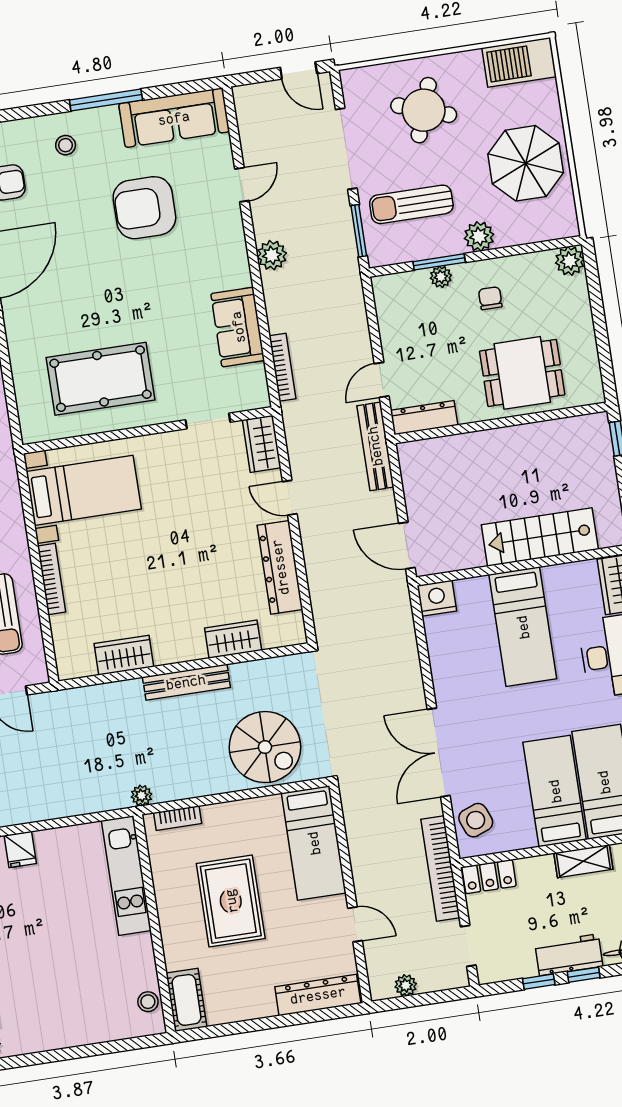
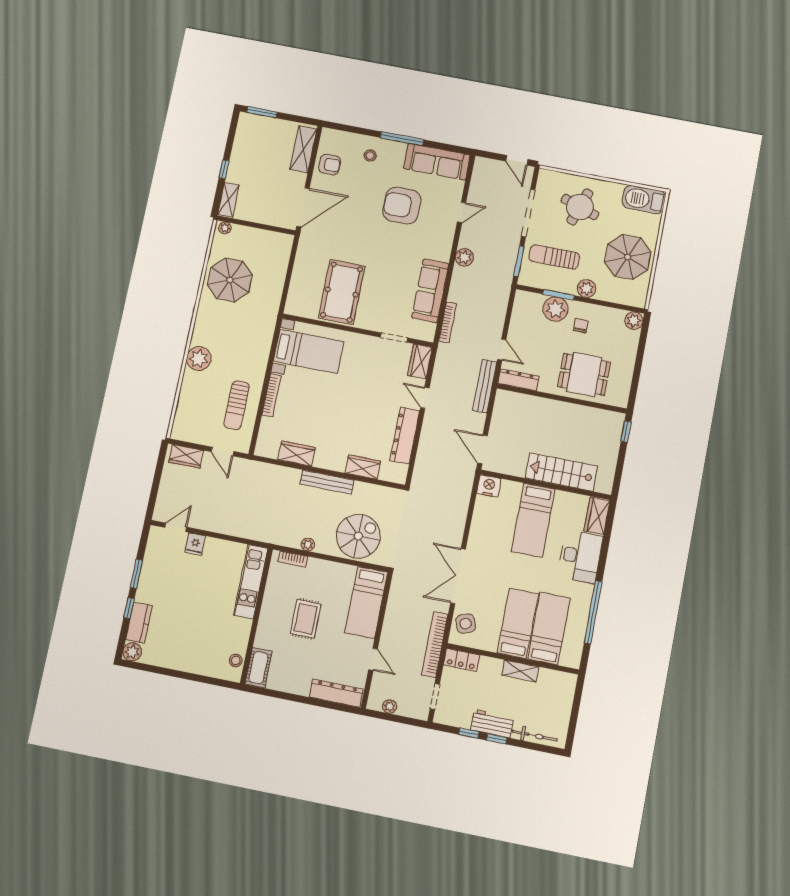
plant: (441, 277) -> (555, 309), width x1.87, depth x1.87
sofa: (238, 327) -> (430, 291), width x1.36
pool table: (101, 379) -> (342, 292), turned 90
door: (382, 380) -> (502, 350), swing flipped
spiral stairs: (265, 747) -> (358, 536), turned -90
plant: (141, 795) -> (308, 544), moved
rug: (231, 901) -> (306, 619), width x0.73, depth x0.70

